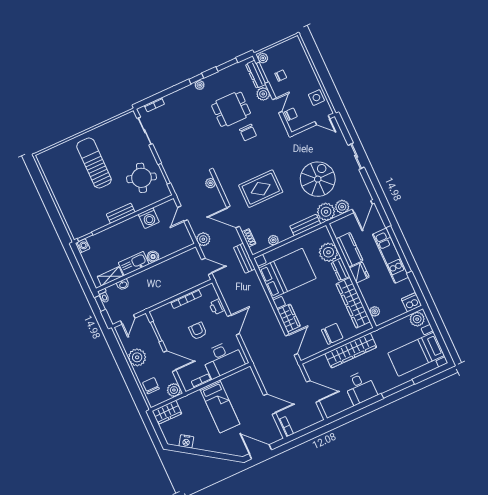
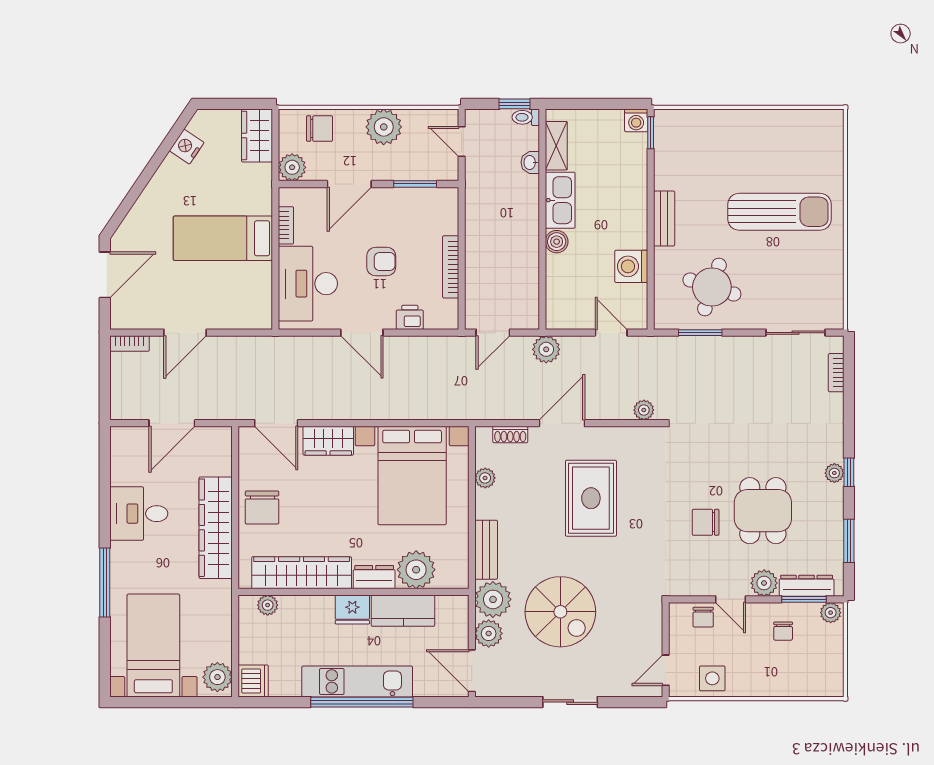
bench: (244, 258) -> (476, 409), removed

